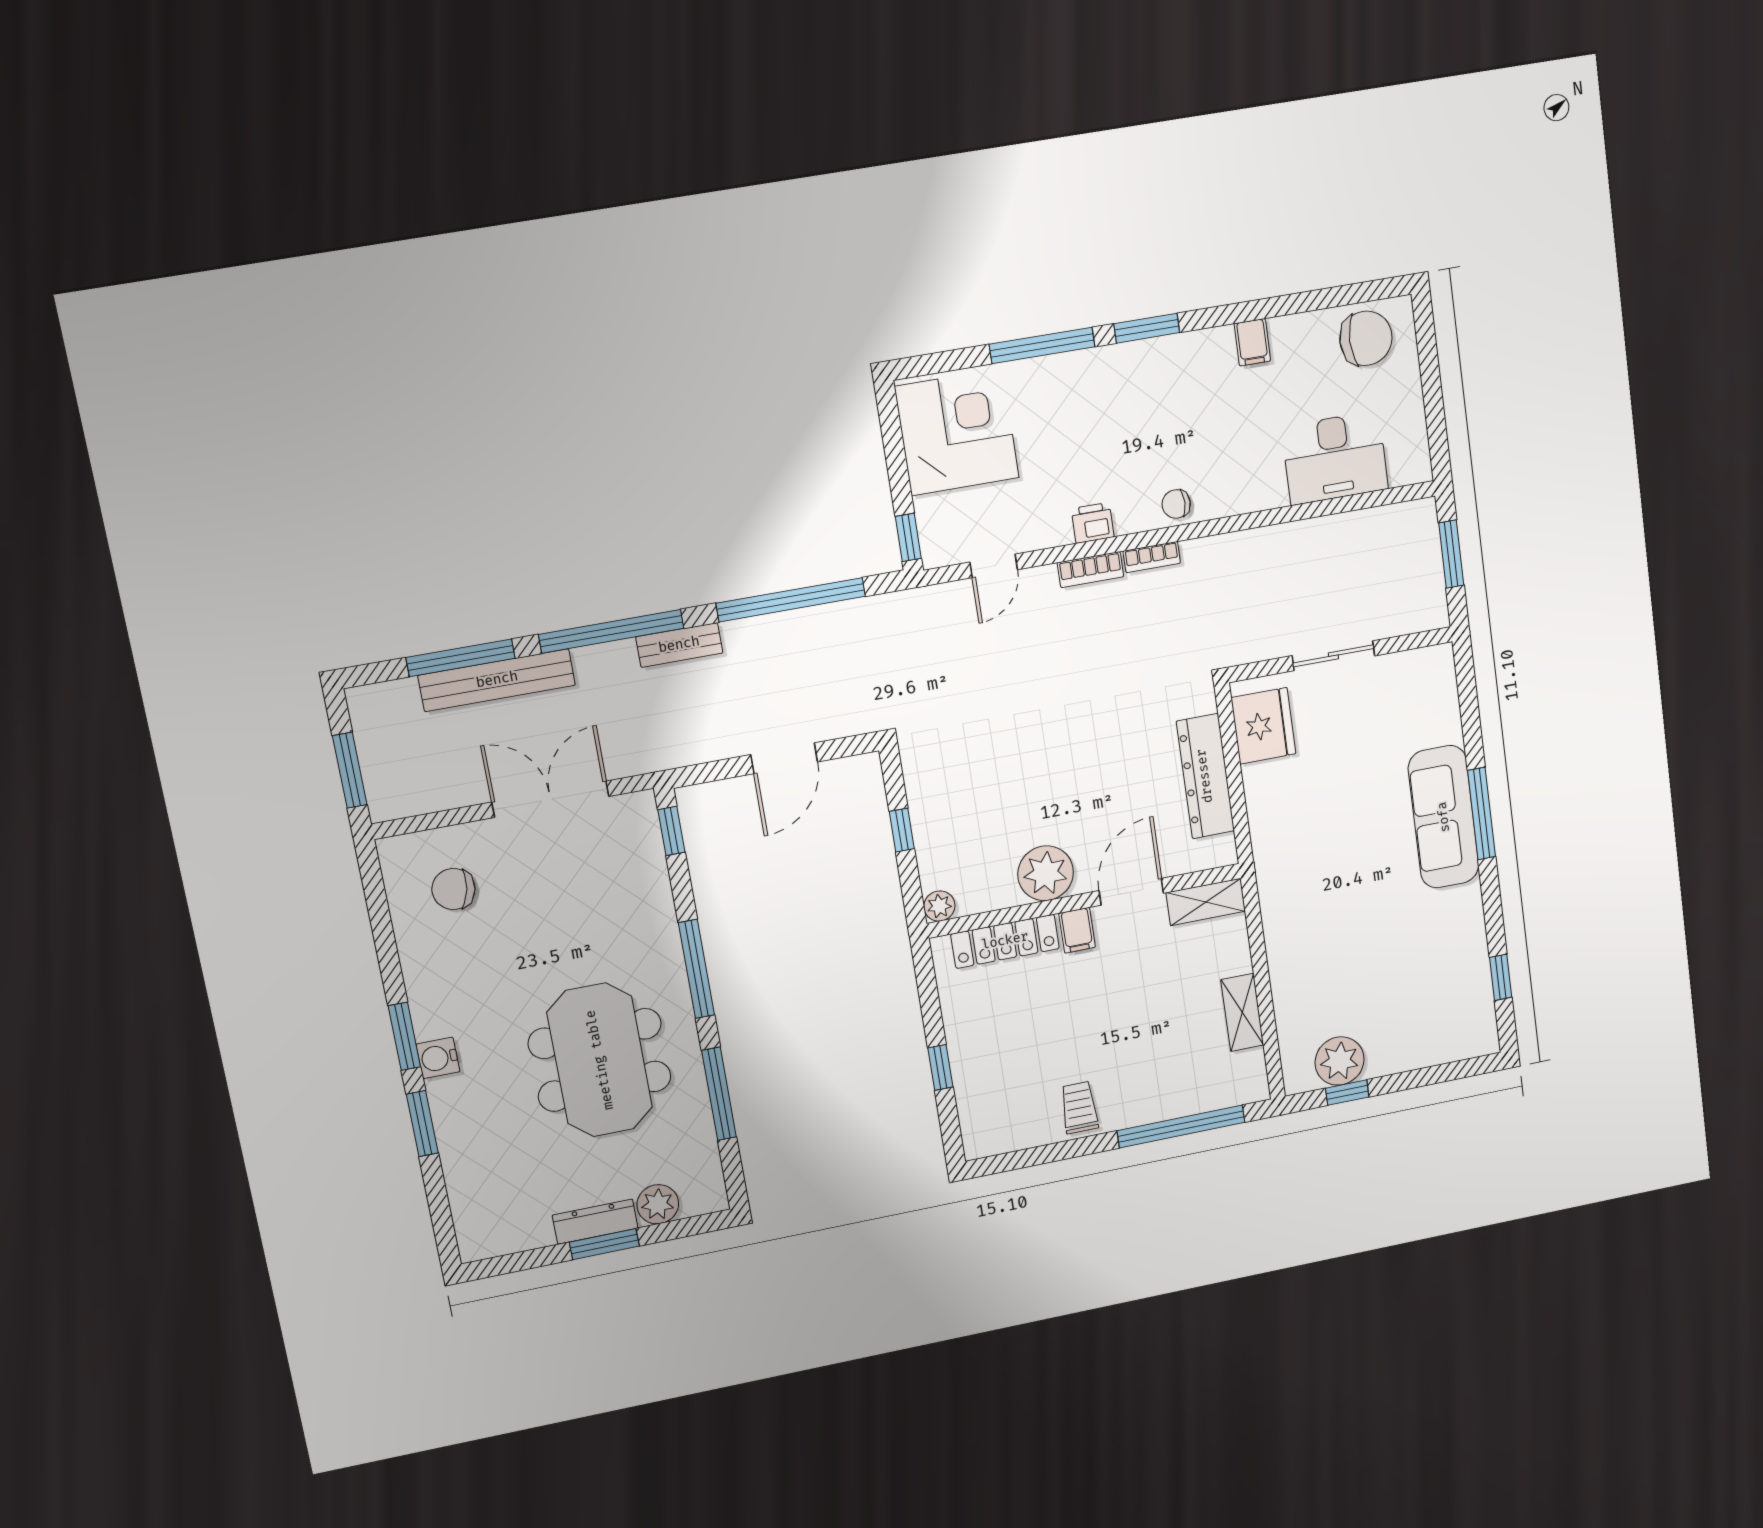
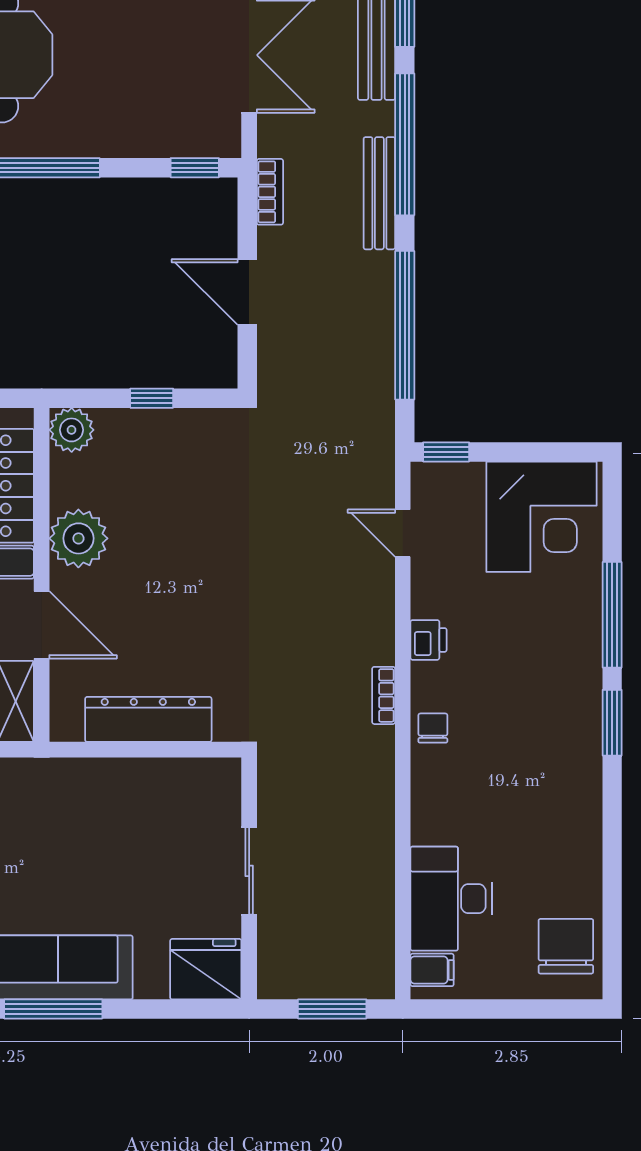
chair: (1366, 338) -> (566, 946), turned 180
filing cabinet: (1252, 342) -> (432, 970), moved, turned 180
bookcase: (1091, 570) -> (270, 192), moved, turned 180
bench: (679, 645) -> (379, 193), width x1.36
fridge: (1263, 726) -> (206, 969), moved, turned 180
plant: (939, 906) -> (72, 430), width x1.38, depth x1.38

